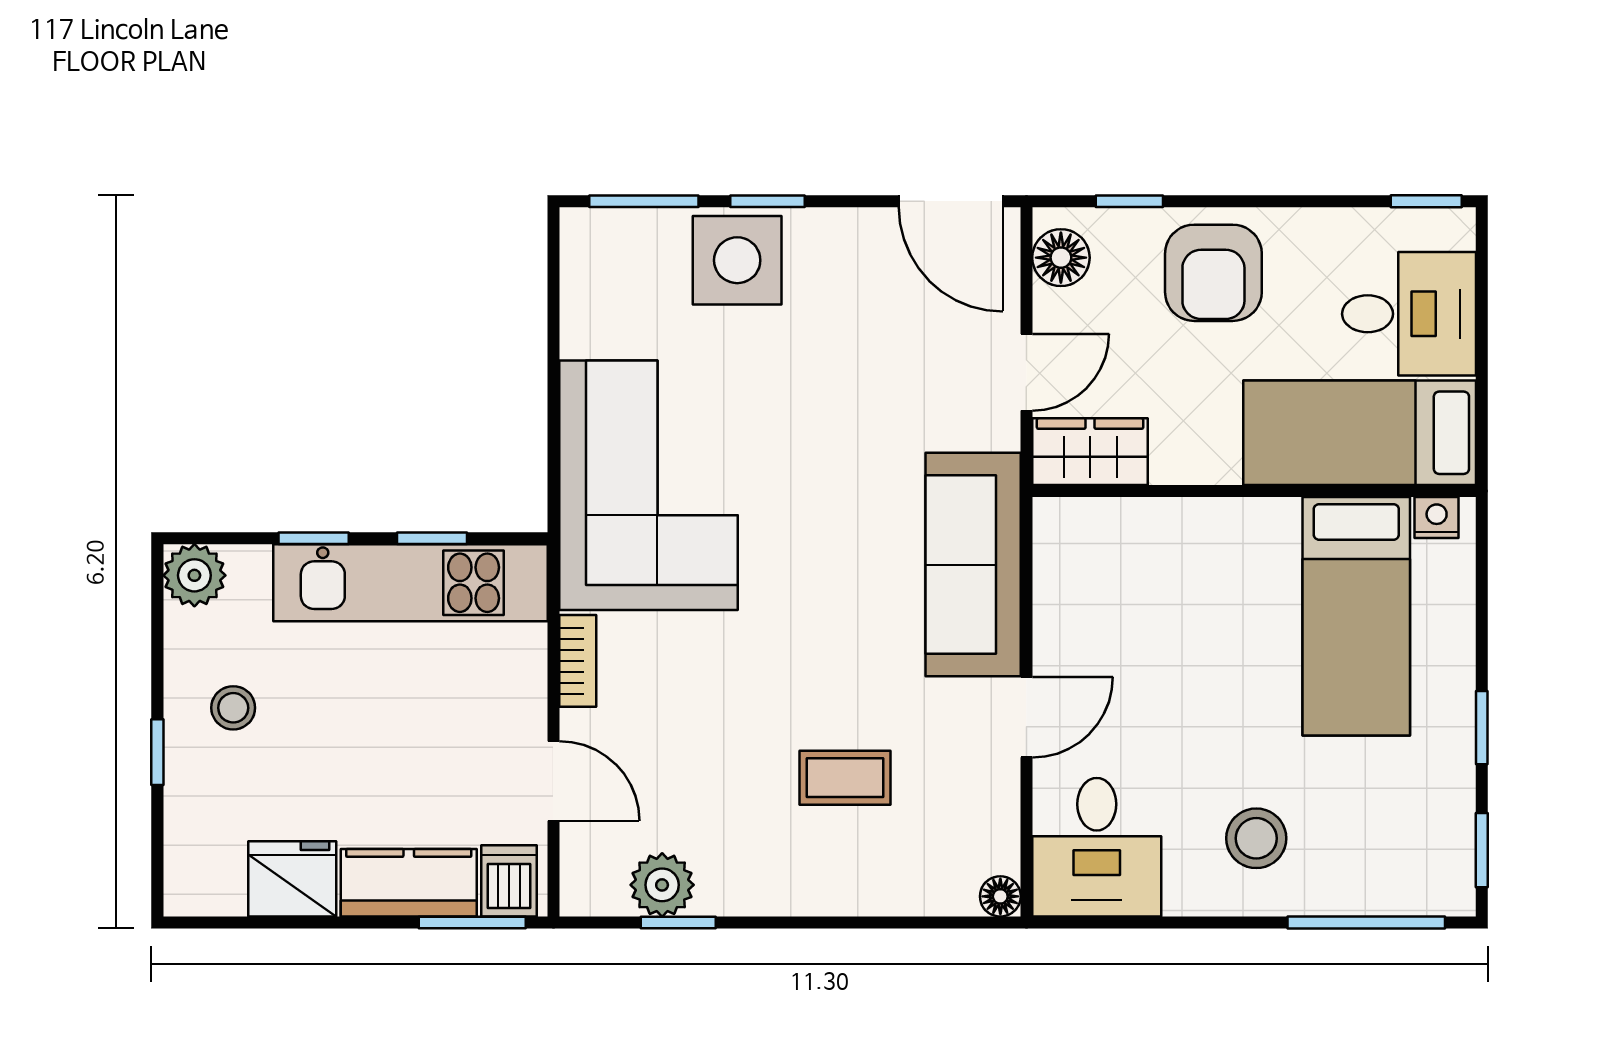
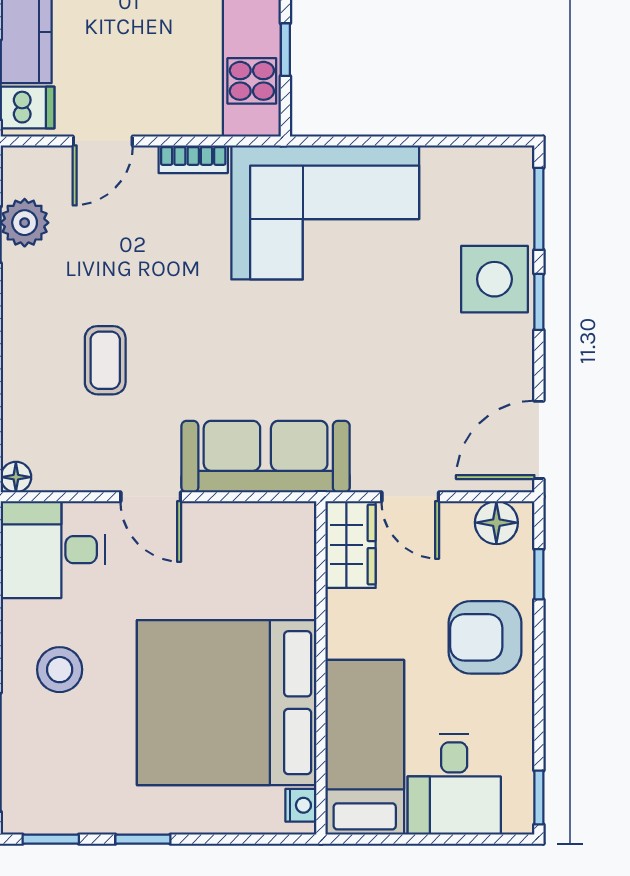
bed: (1356, 616) -> (227, 703), width x2.04

